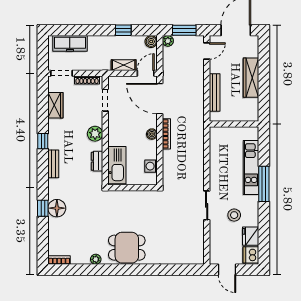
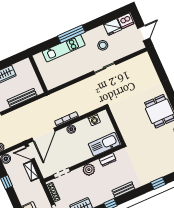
floor lamp: (57, 208) -> (154, 173), removed

